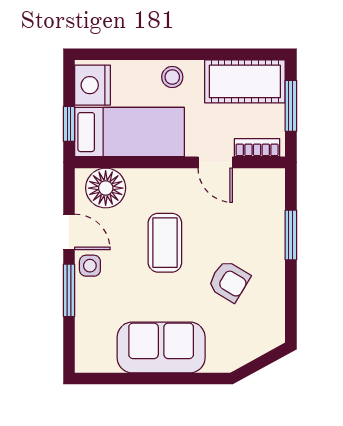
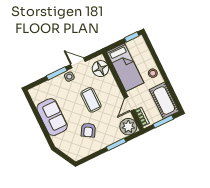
nightstand: (93, 85) -> (136, 46), removed
window: (69, 124) -> (132, 37), moved
plant: (264, 189) -> (128, 127), added
door: (69, 232) -> (78, 63), swing flipped
coffee table: (165, 243) -> (91, 100), turned 90

